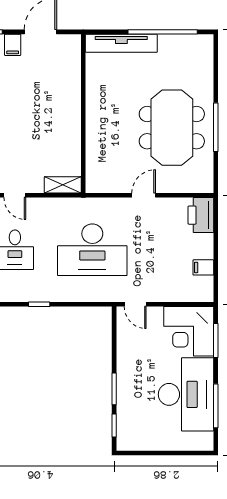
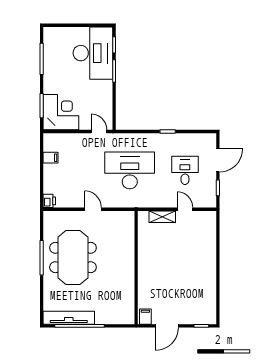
tv unit: (121, 43) -> (69, 318), moved
filing cabinet: (13, 45) -> (145, 317), moved
shelving: (63, 185) -> (162, 217), moved
door: (144, 195) -> (93, 209), swing flipped
printer: (201, 215) -> (49, 201), width x0.53, depth x0.68
desk: (186, 394) -> (93, 53), moved, turned 180

